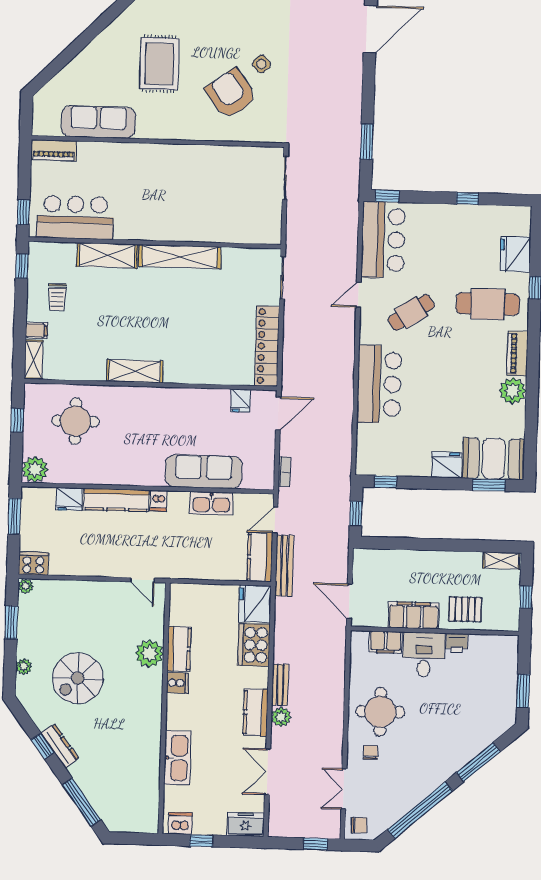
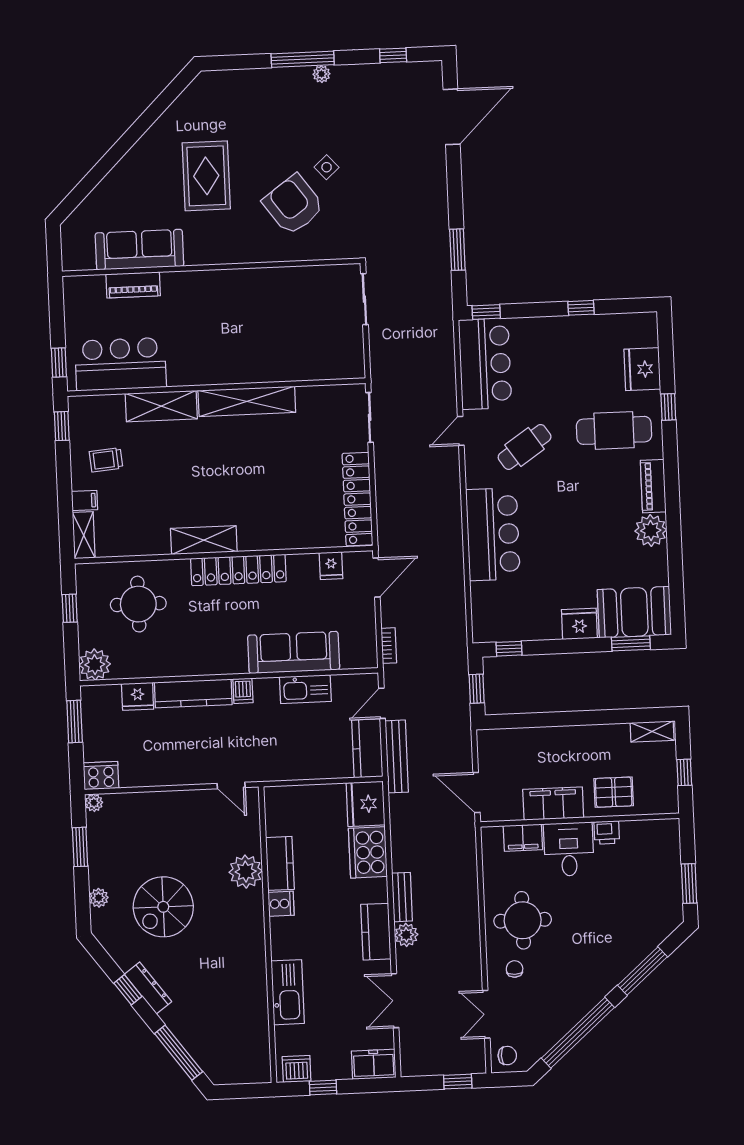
piano: (54, 150) -> (133, 285), moved
trolley: (57, 297) -> (106, 460), turned 85
locker: (162, 399) -> (238, 570), added

